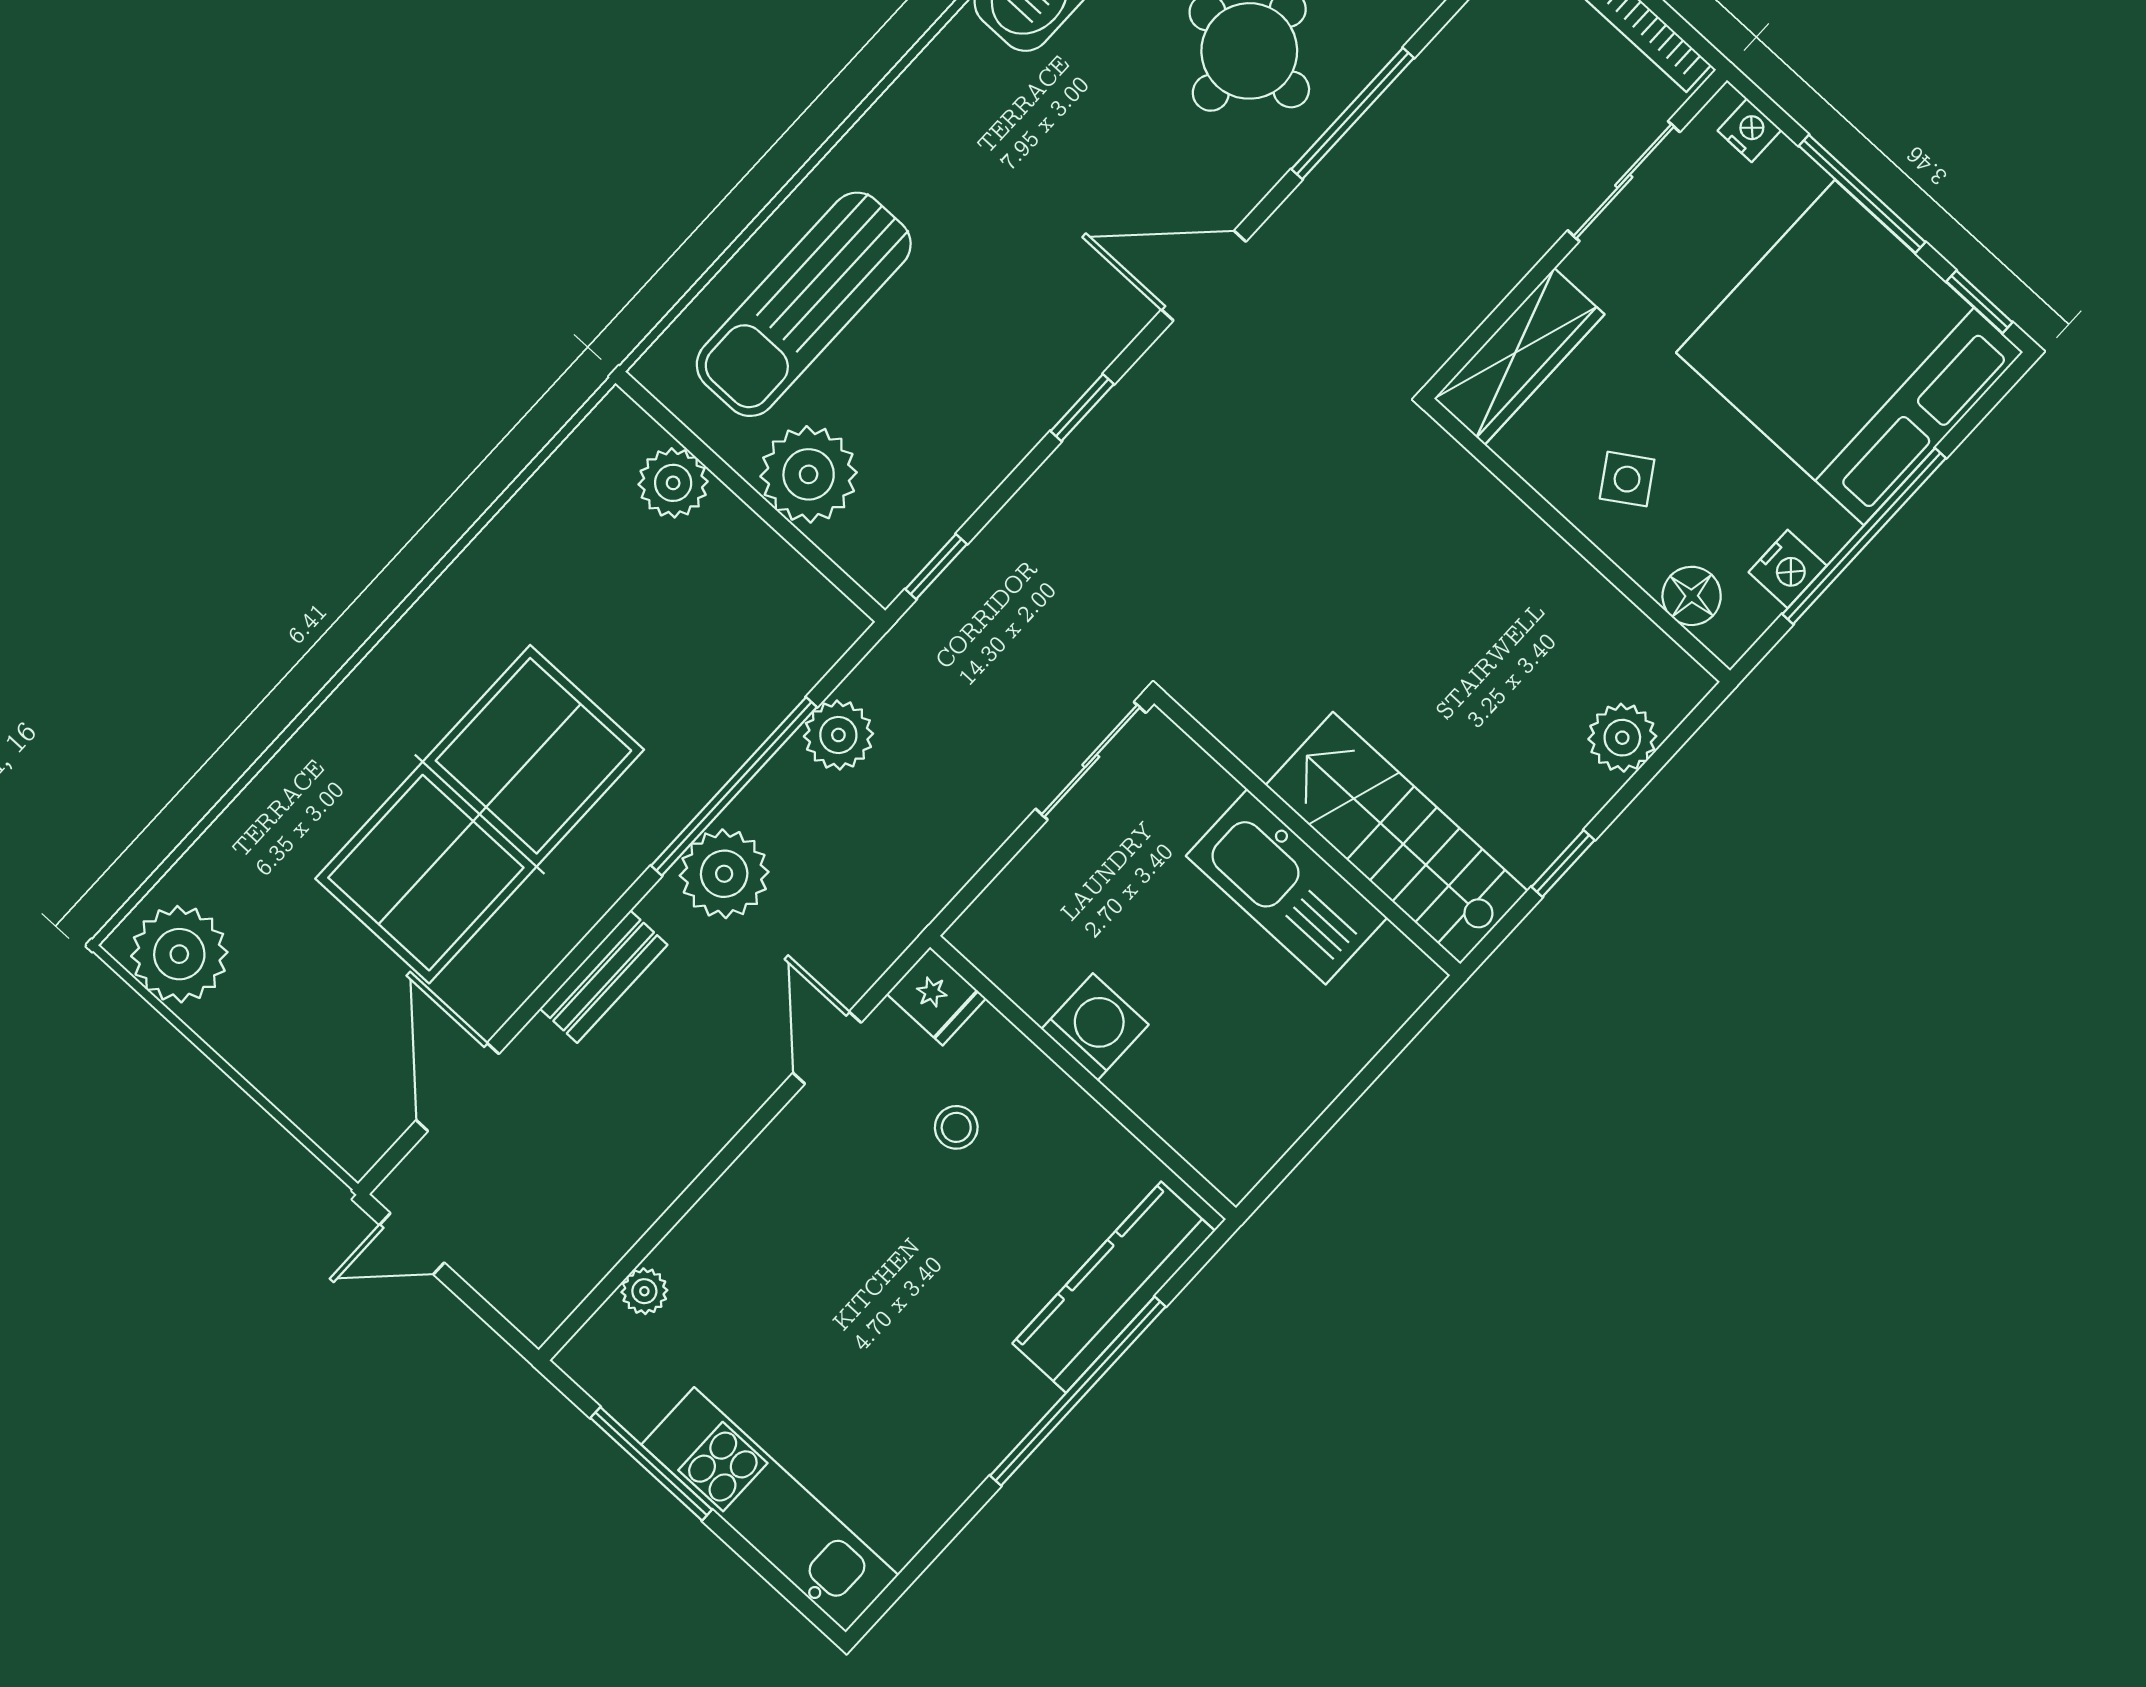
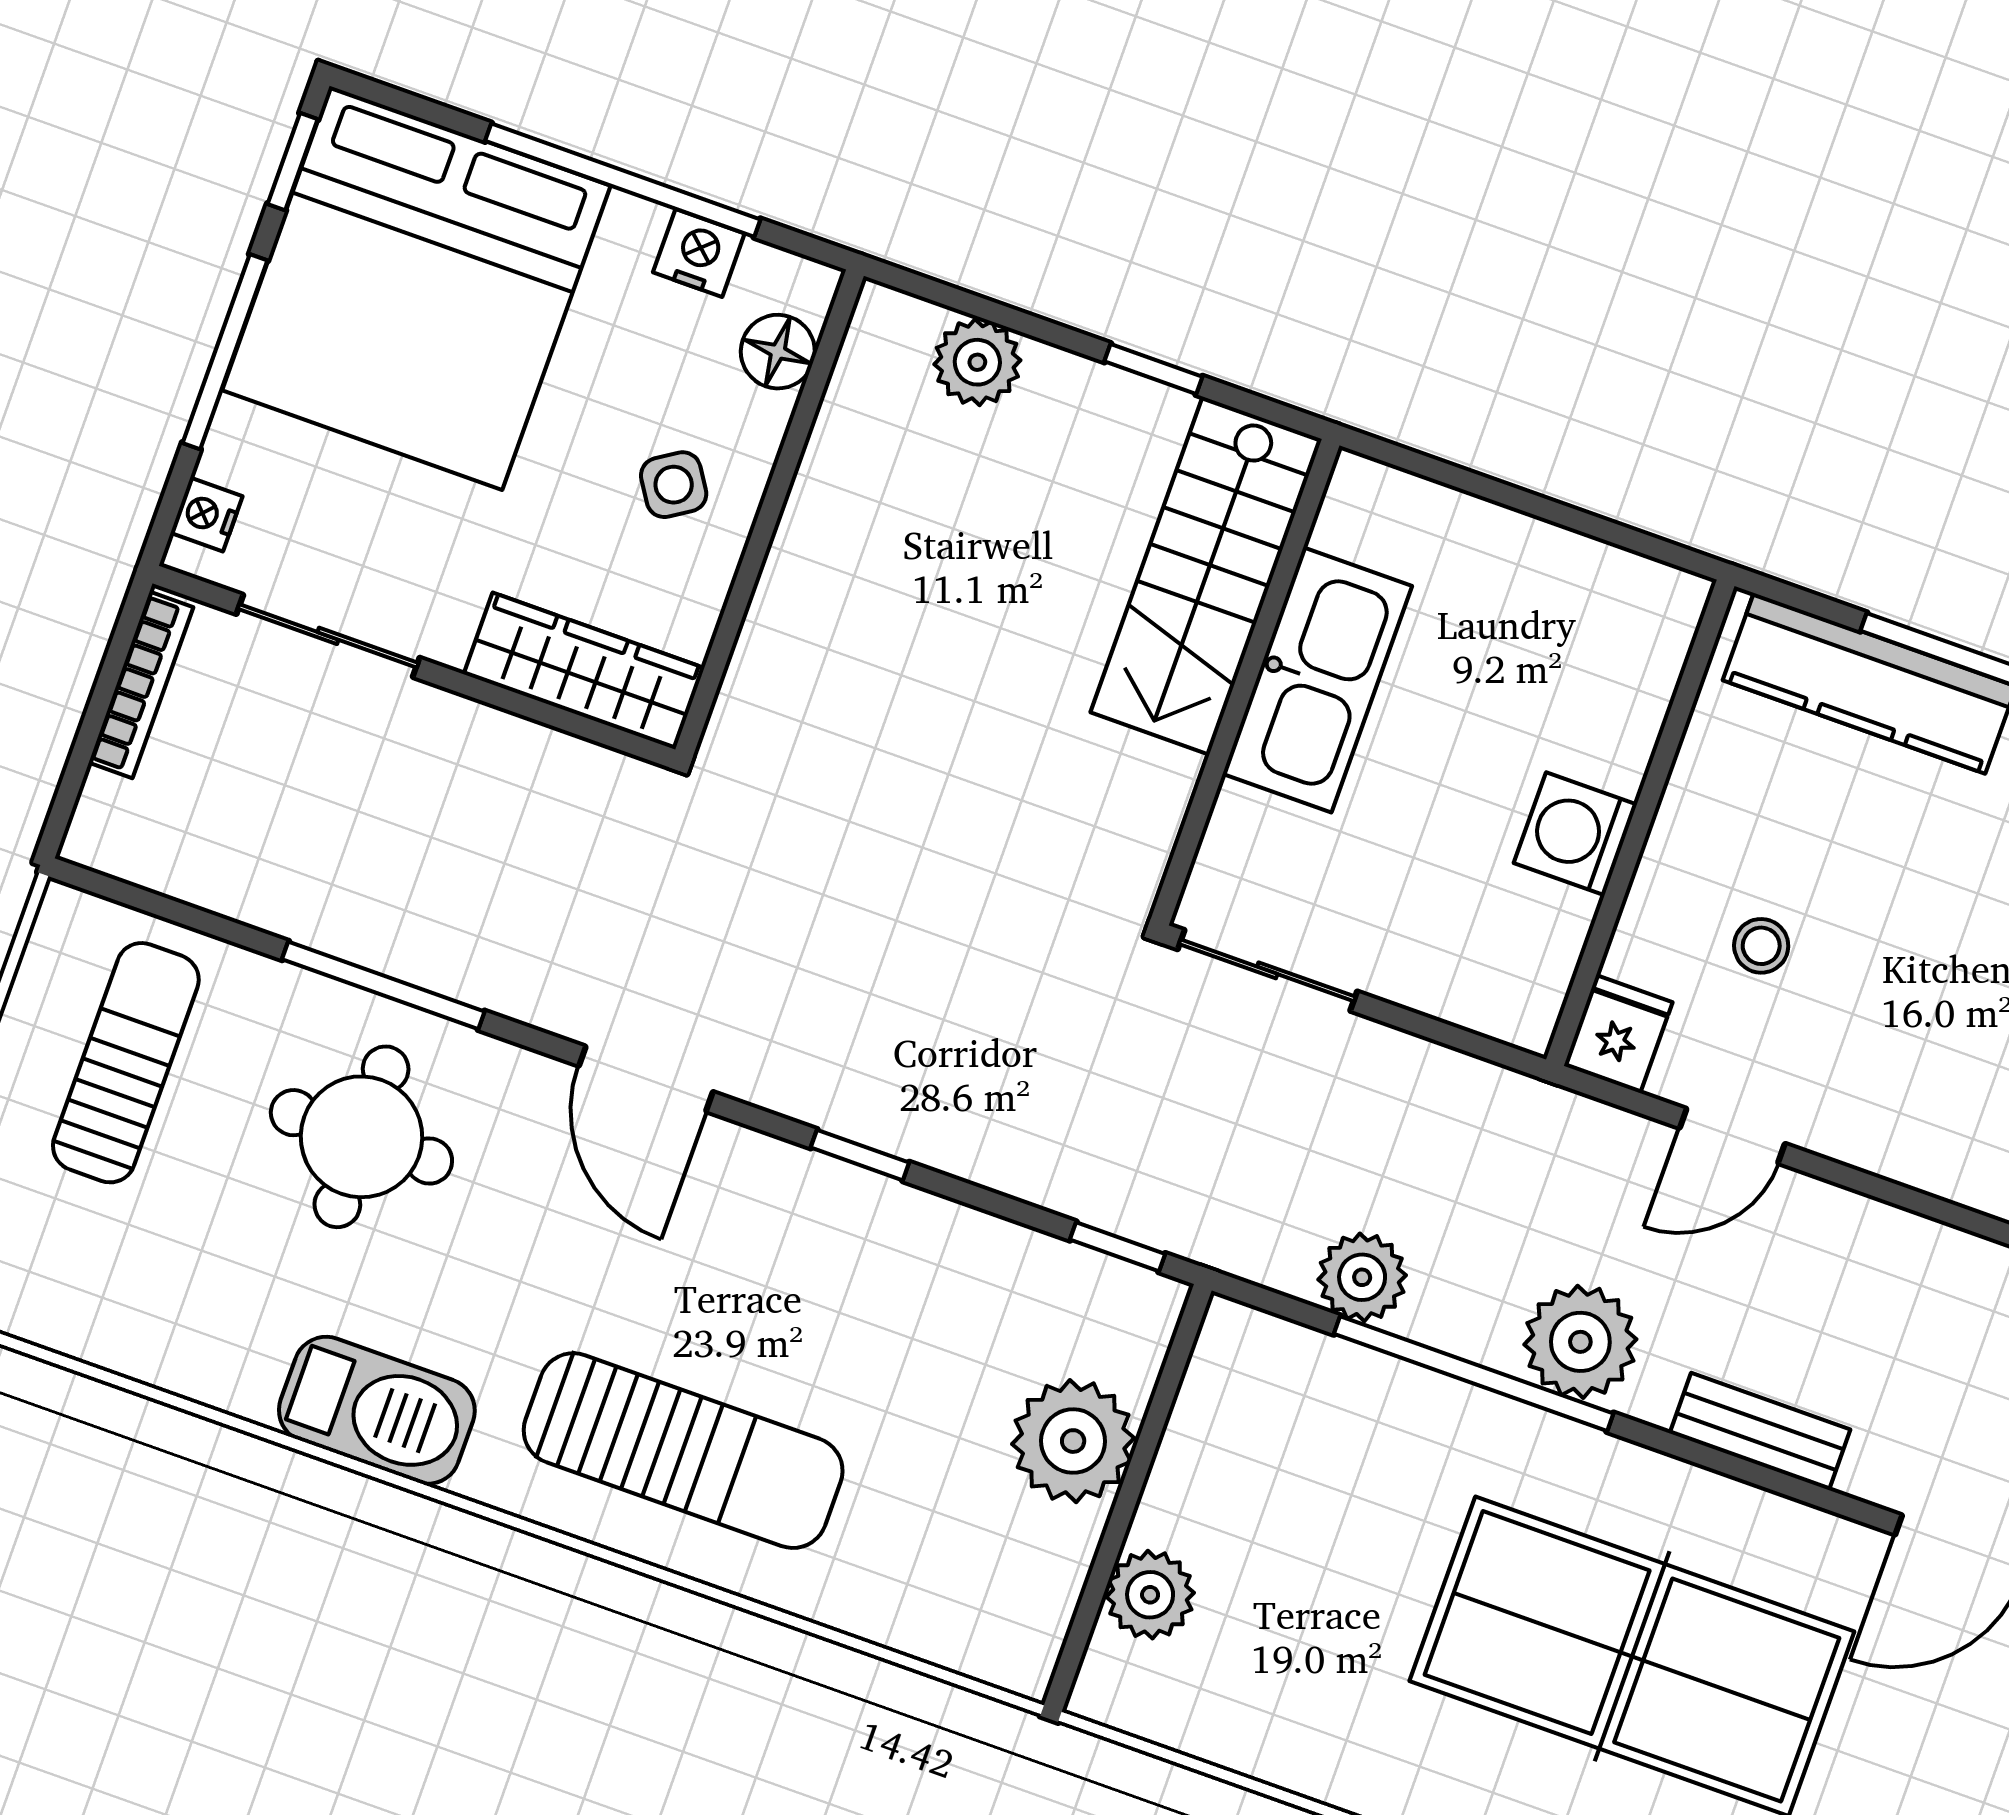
sun lounger: (804, 304) -> (683, 1451), moved

